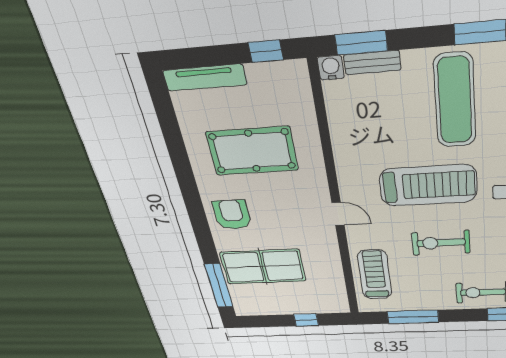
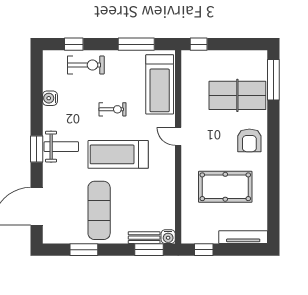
exercise bike: (441, 243) -> (113, 109), width x0.73, depth x0.72
treadmill: (375, 275) -> (160, 84), width x1.37, depth x1.38
window: (306, 320) -> (199, 44), moved

